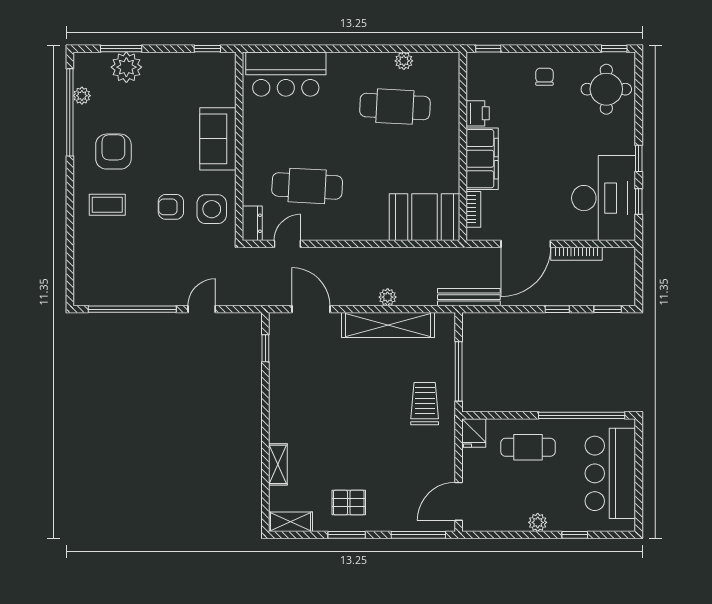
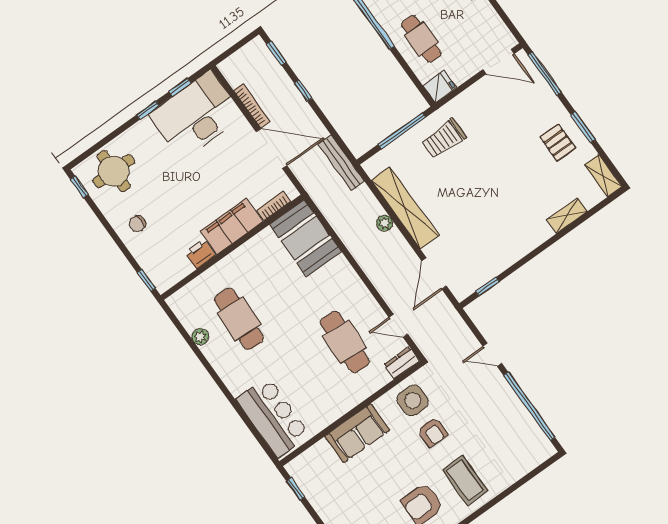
coffee table: (107, 205) -> (465, 480), width x1.36, depth x1.30

